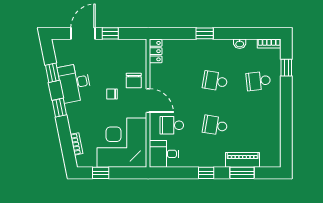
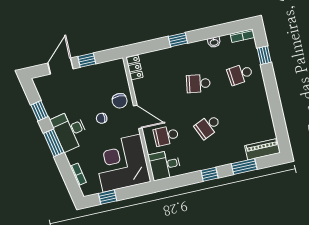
desk: (75, 83) -> (70, 131), moved
window: (59, 108) -> (54, 143), width x1.50
school desk: (215, 125) -> (208, 126), turned -33
piano: (243, 160) -> (262, 149), moved

